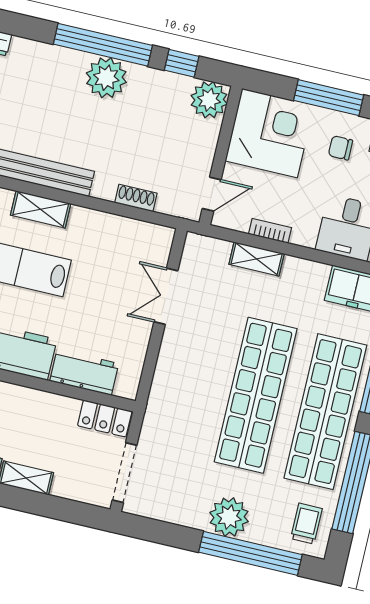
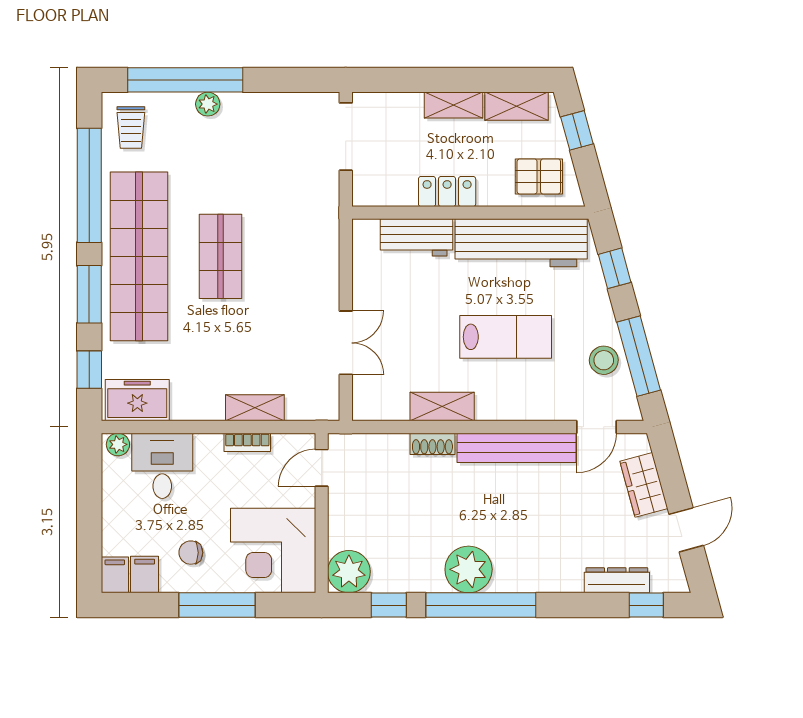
chair: (341, 148) -> (191, 553), turned 180
shoe rack: (136, 198) -> (432, 444), moved
shelving: (41, 209) -> (442, 407), moved
shop shelf: (256, 395) -> (220, 256), width x0.50, depth x0.74
locker: (105, 418) -> (447, 191), moved
plant: (229, 517) -> (208, 104), width x0.53, depth x0.53

